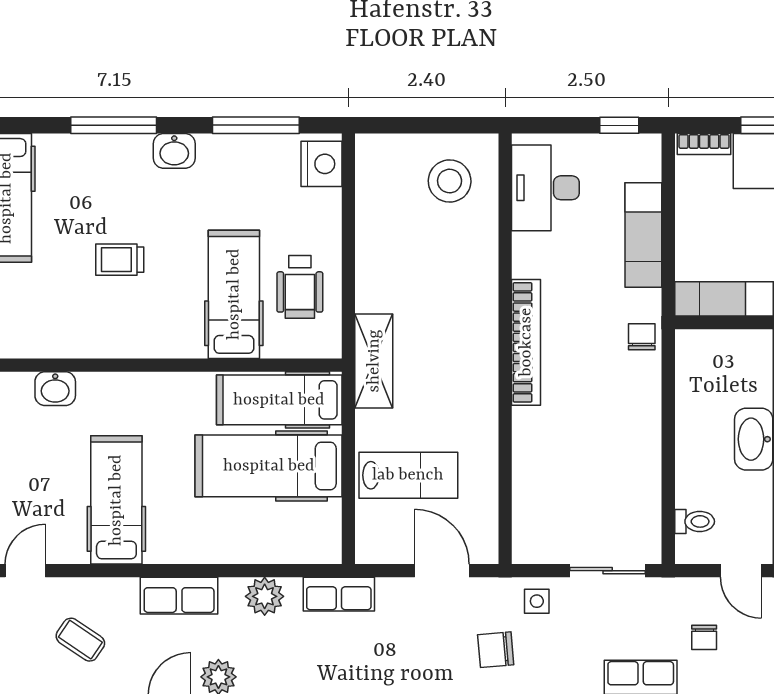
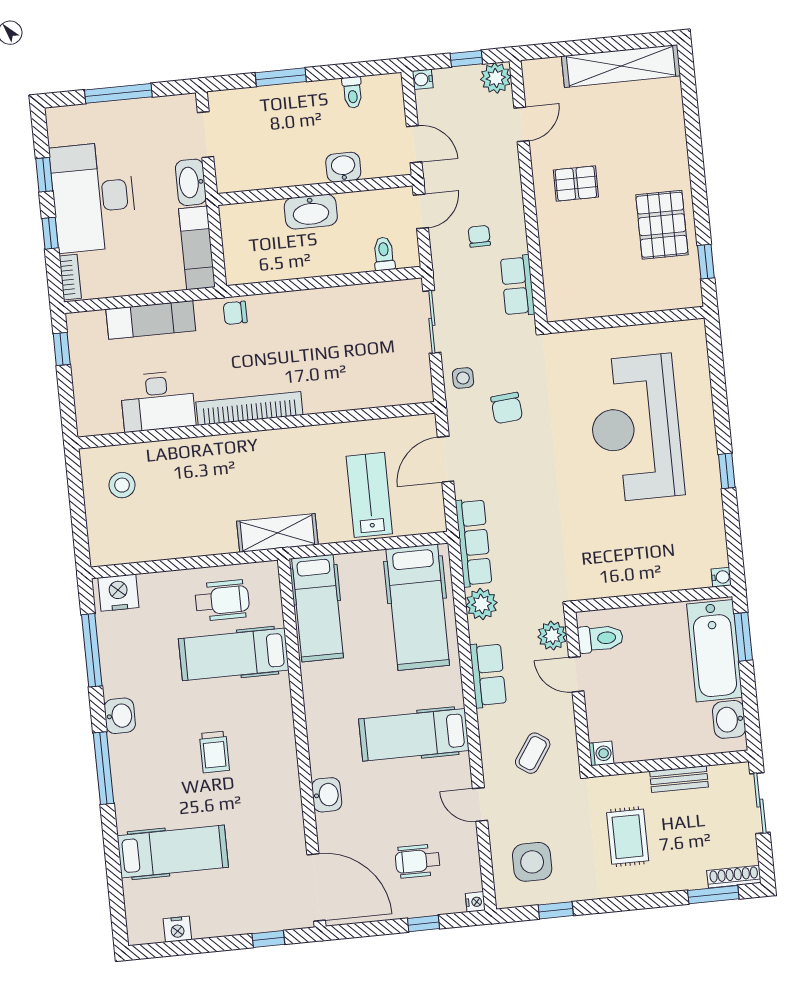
stool: (450, 181) -> (122, 485), width x0.73, depth x0.73
desk: (545, 188) -> (158, 401), moved
hospital bed: (269, 466) -> (418, 607), moved
row of seats: (339, 594) -> (474, 543), width x1.48
chair: (704, 637) -> (479, 236), turned -91

